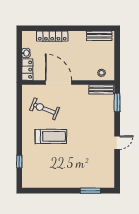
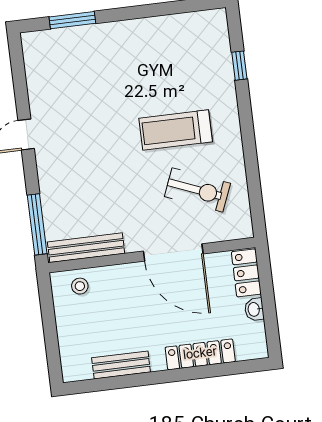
bench: (99, 36) -> (121, 365), moved
bench: (101, 89) -> (86, 248), width x1.36
window: (117, 102) -> (37, 224), width x1.44

